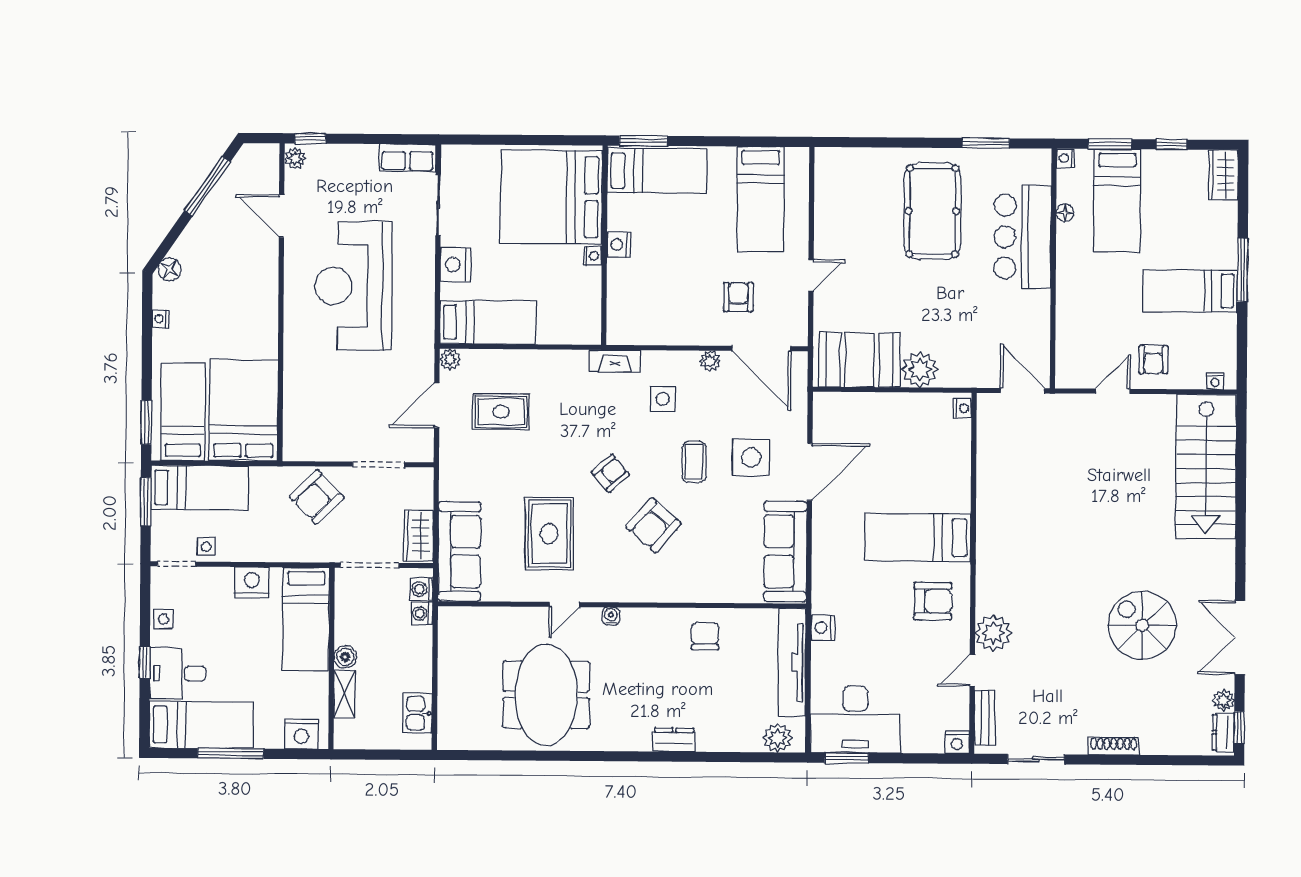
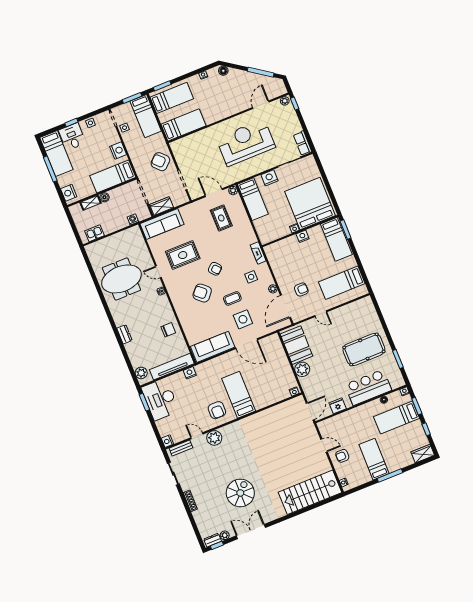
fridge: (1036, 323) -> (338, 406), added
bed: (244, 410) -> (183, 125), width x0.67
washing machine: (421, 589) -> (142, 215), removed

